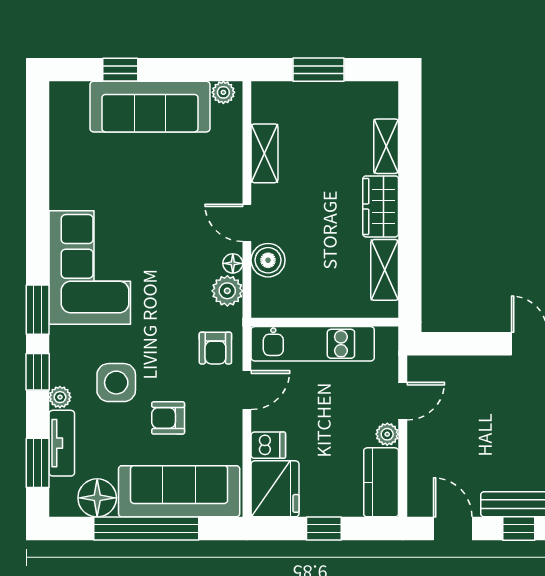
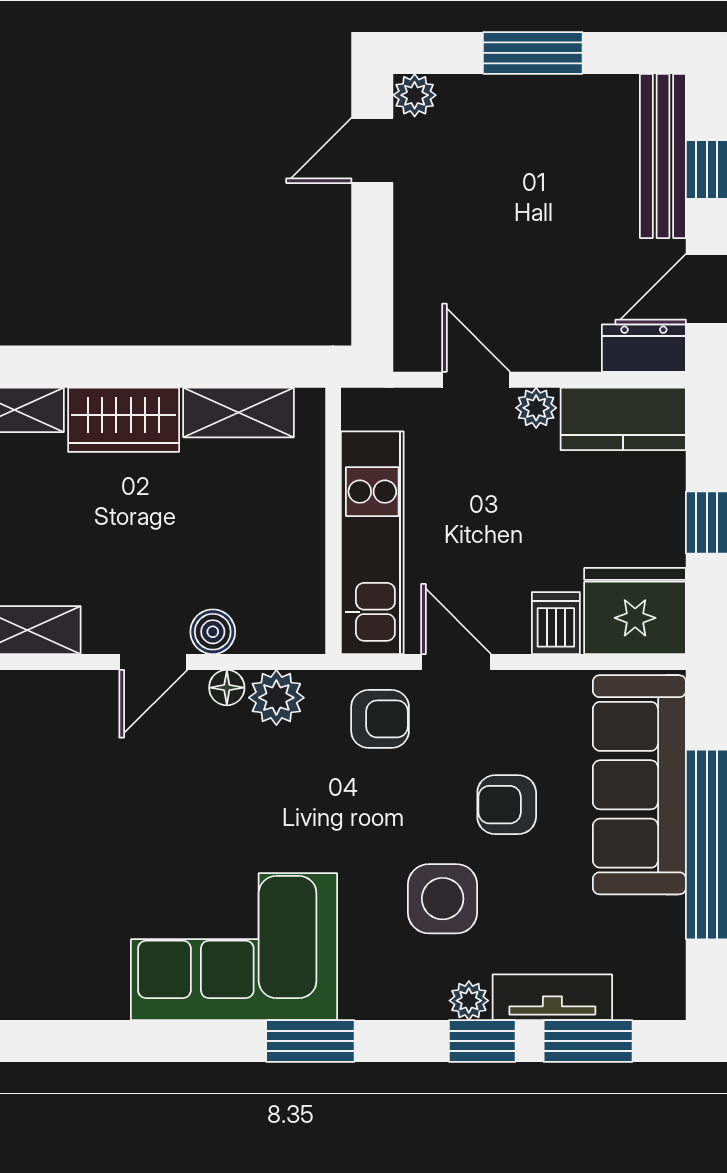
boiler: (268, 260) -> (213, 632), width x0.73, depth x0.73
window: (38, 372) -> (482, 1041), moved
armchair: (168, 418) -> (507, 805), turned 90
dresser: (420, 494) -> (644, 348), added
floor lamp: (97, 498) -> (651, 933), removed

